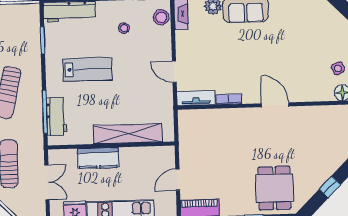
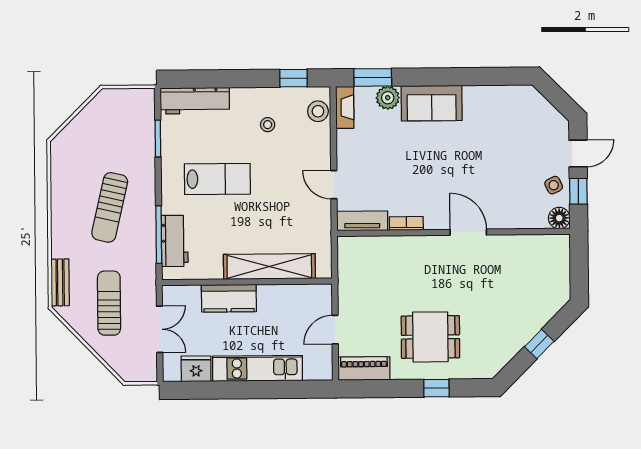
dining table: (274, 188) -> (430, 337), moved, turned 90

